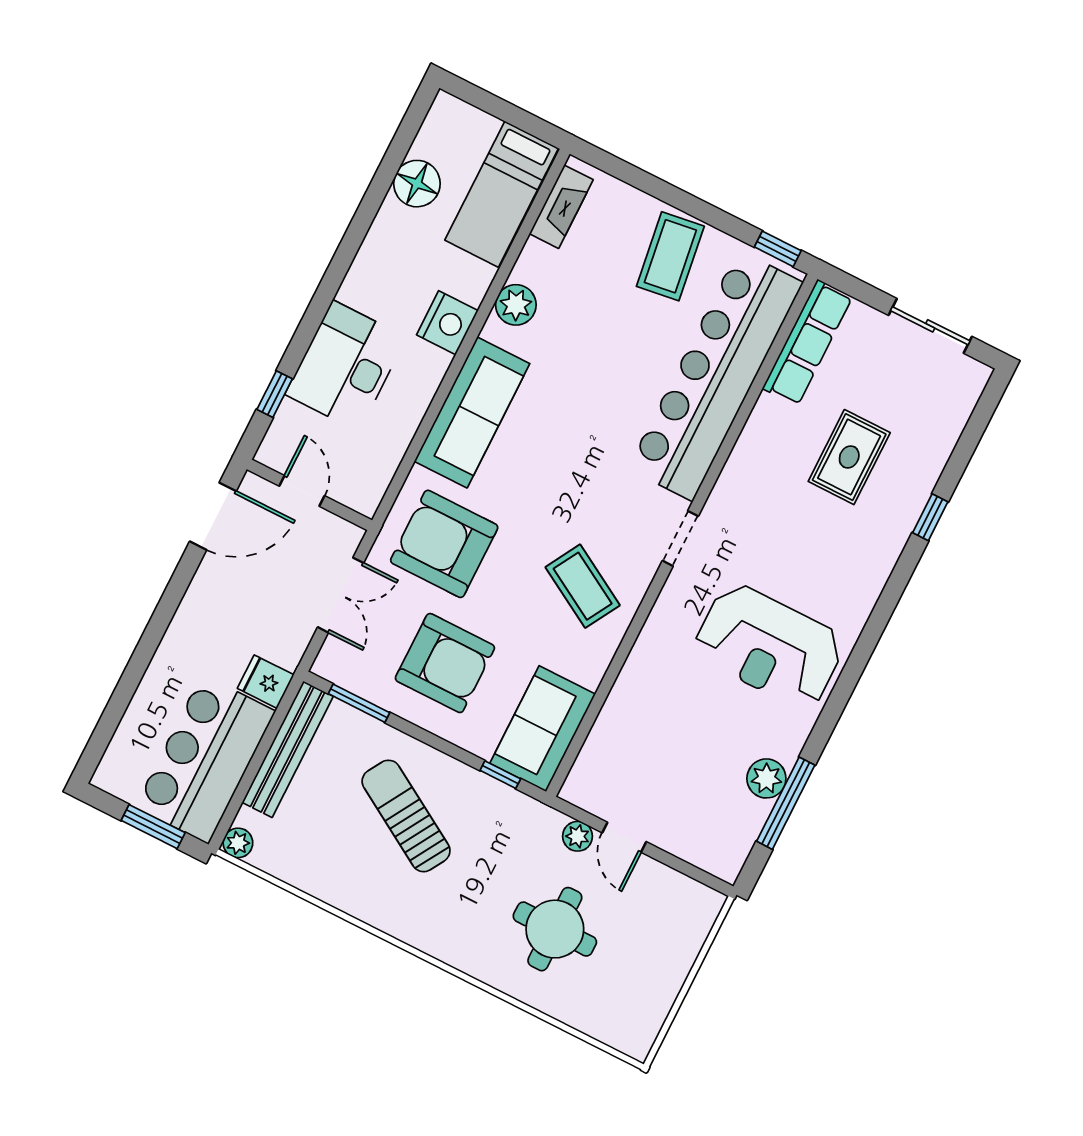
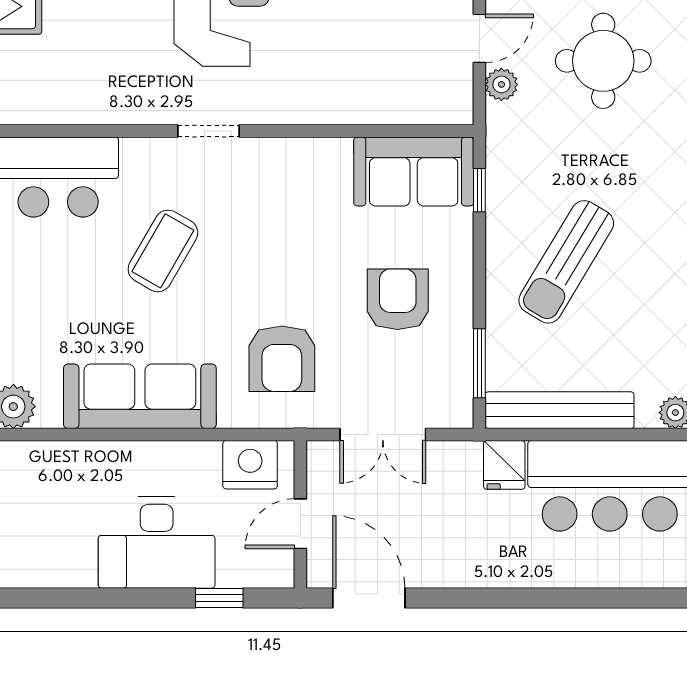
nightstand: (447, 323) -> (250, 465), moved
doorway: (680, 538) -> (209, 131), moved
armchair: (444, 544) -> (282, 359), width x0.73, depth x0.73
coffee table: (583, 586) -> (163, 251), moved
double door: (341, 595) -> (383, 435), swing flipped
armchair: (445, 663) -> (398, 299), width x0.73, depth x0.73

